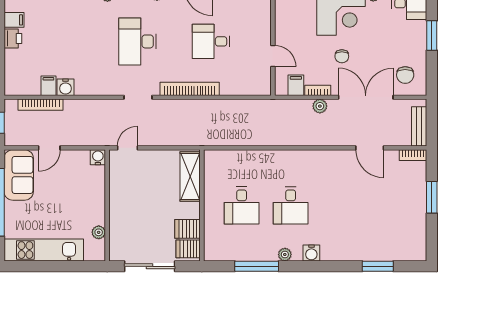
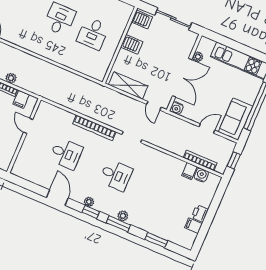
desk: (138, 41) -> (116, 175), width x0.73
water cooler: (65, 87) -> (201, 175), moved
door: (127, 148) -> (154, 106), hinge flipped
shelving: (190, 177) -> (128, 85), moved, turned 90
double door: (107, 198) -> (182, 78), added
desk: (242, 205) -> (93, 33), turned 180
server rack: (188, 229) -> (132, 44), moved

